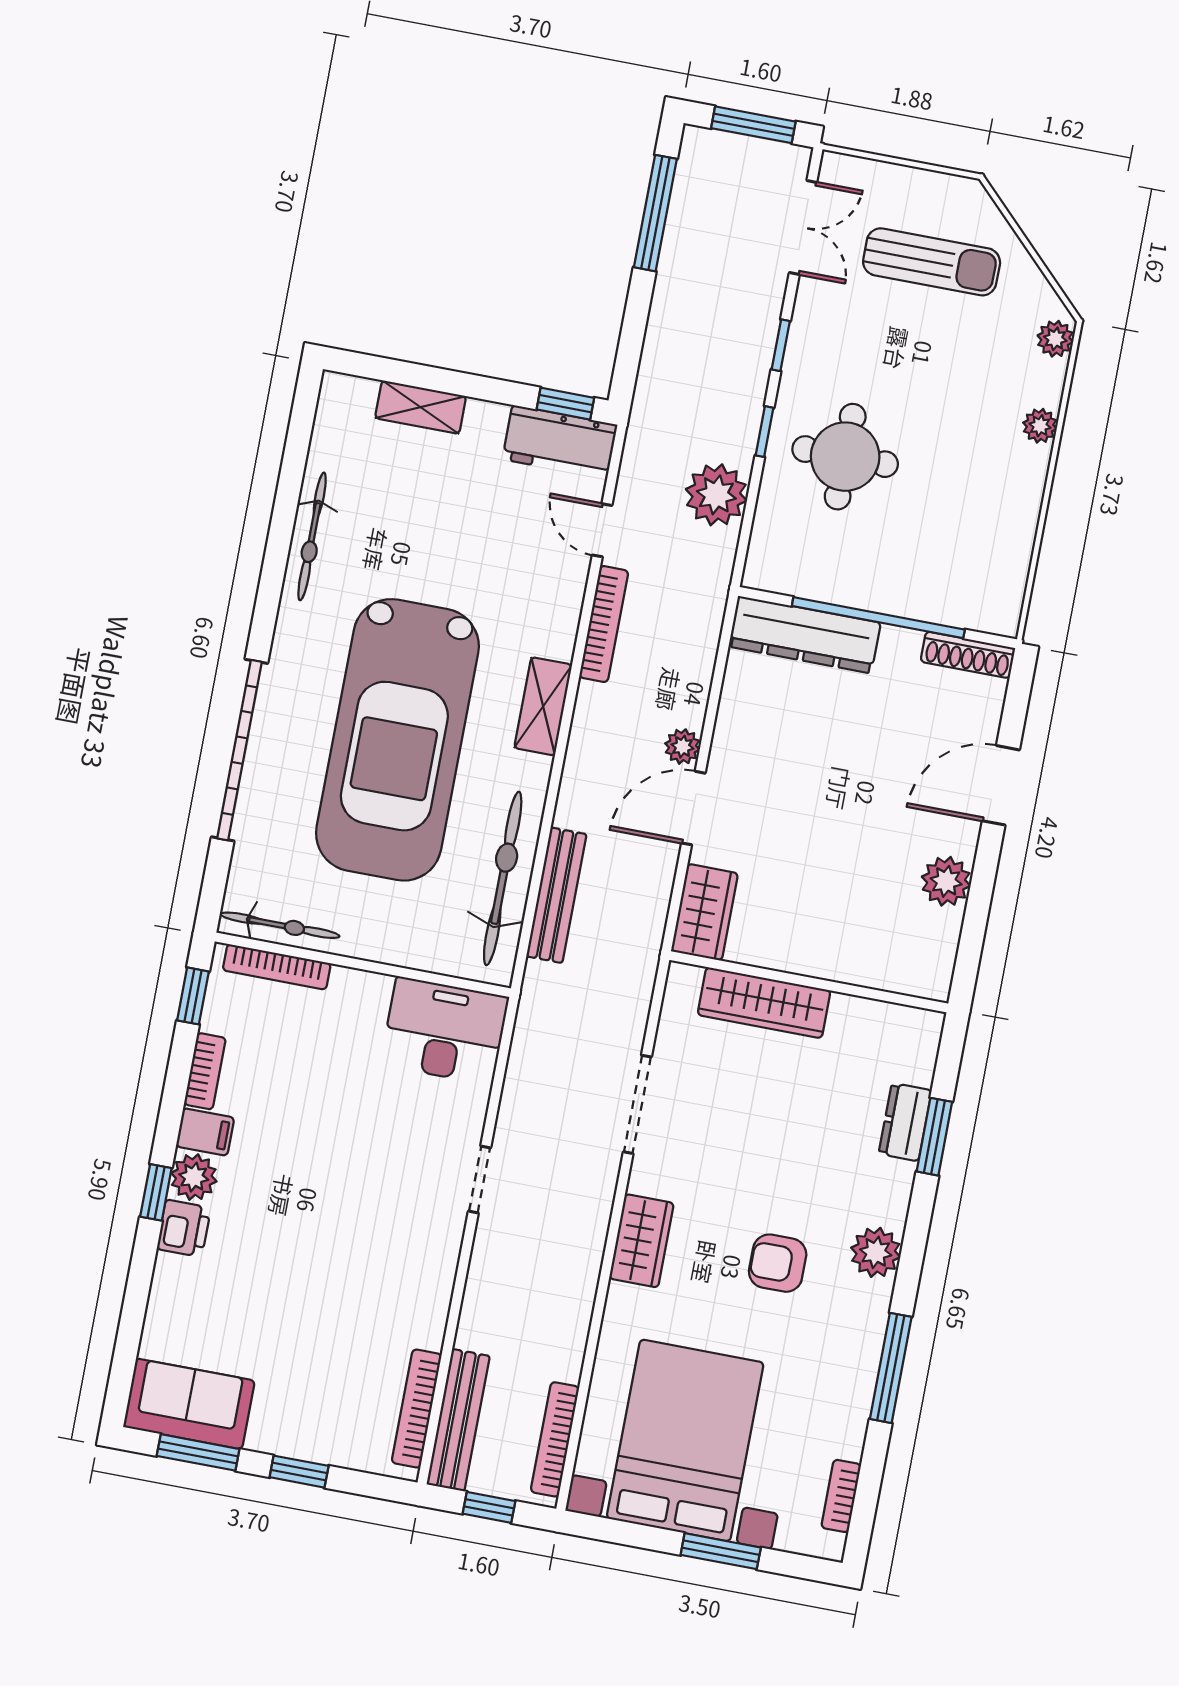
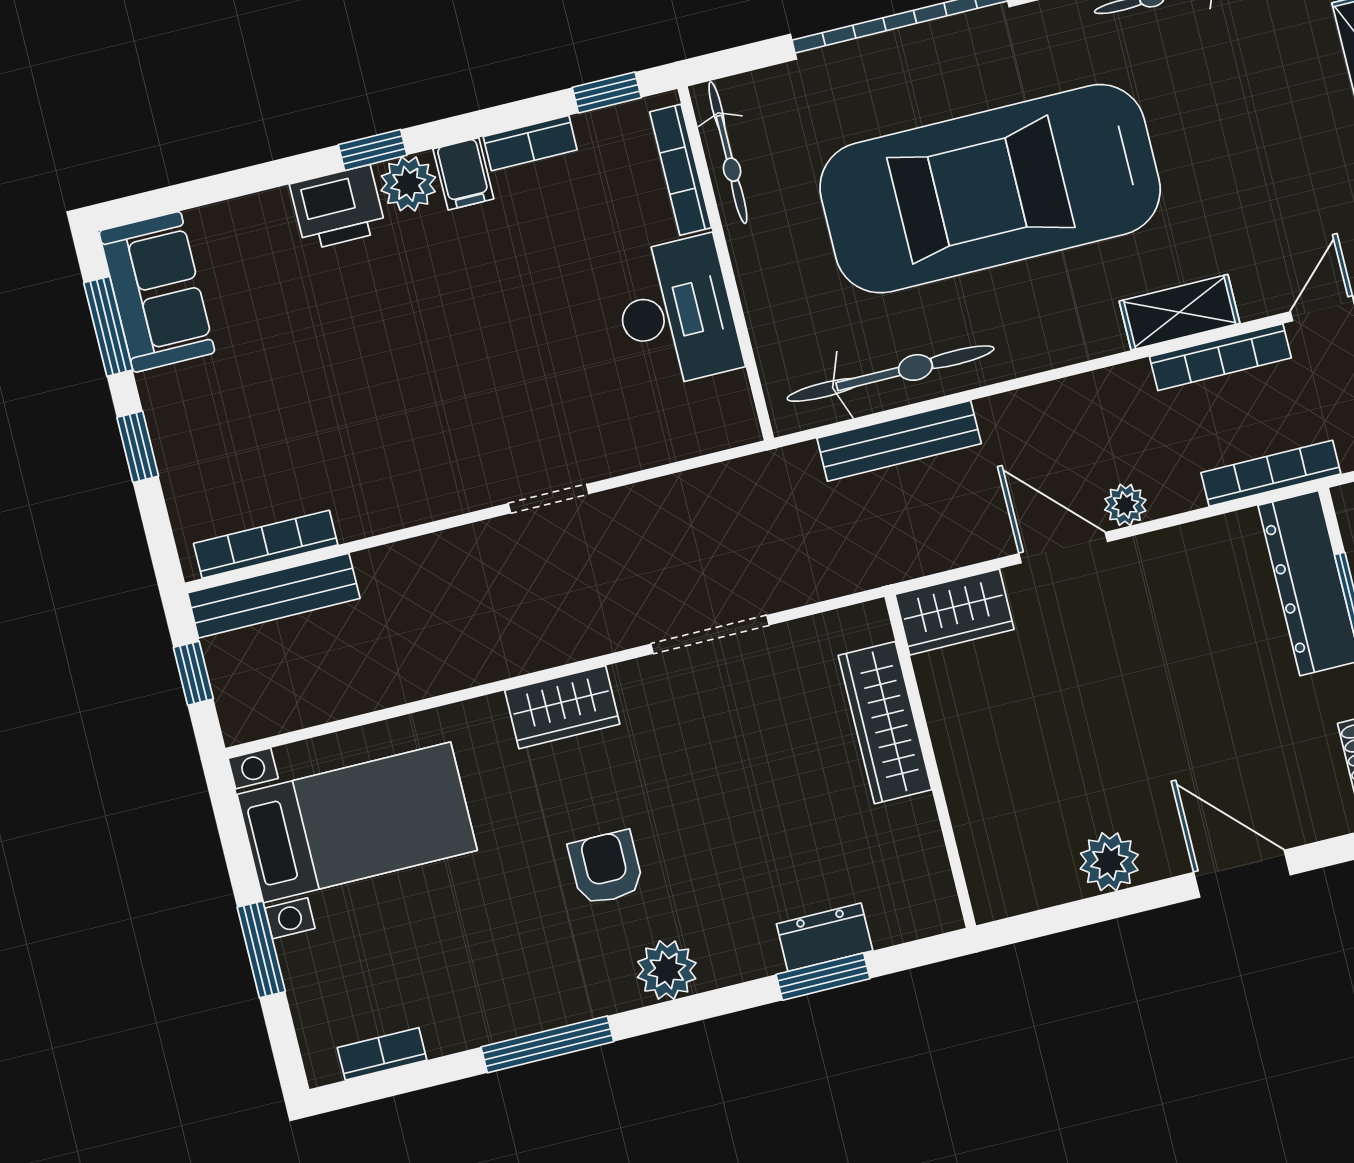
shelving: (543, 706) -> (1180, 312), moved
desk: (445, 1031) -> (676, 312), moved
printer: (184, 1228) -> (338, 208), width x1.36, depth x1.24
bookcase: (555, 1439) -> (1271, 473), moved
bed with nightstands: (685, 1440) -> (357, 822), width x0.73

